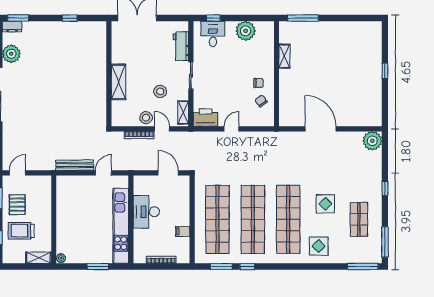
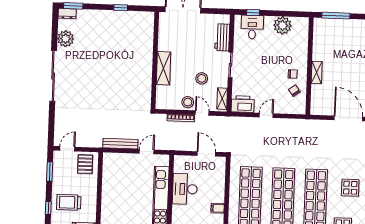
shelving: (284, 56) -> (317, 72), moved
pallet: (17, 205) -> (85, 164), moved

